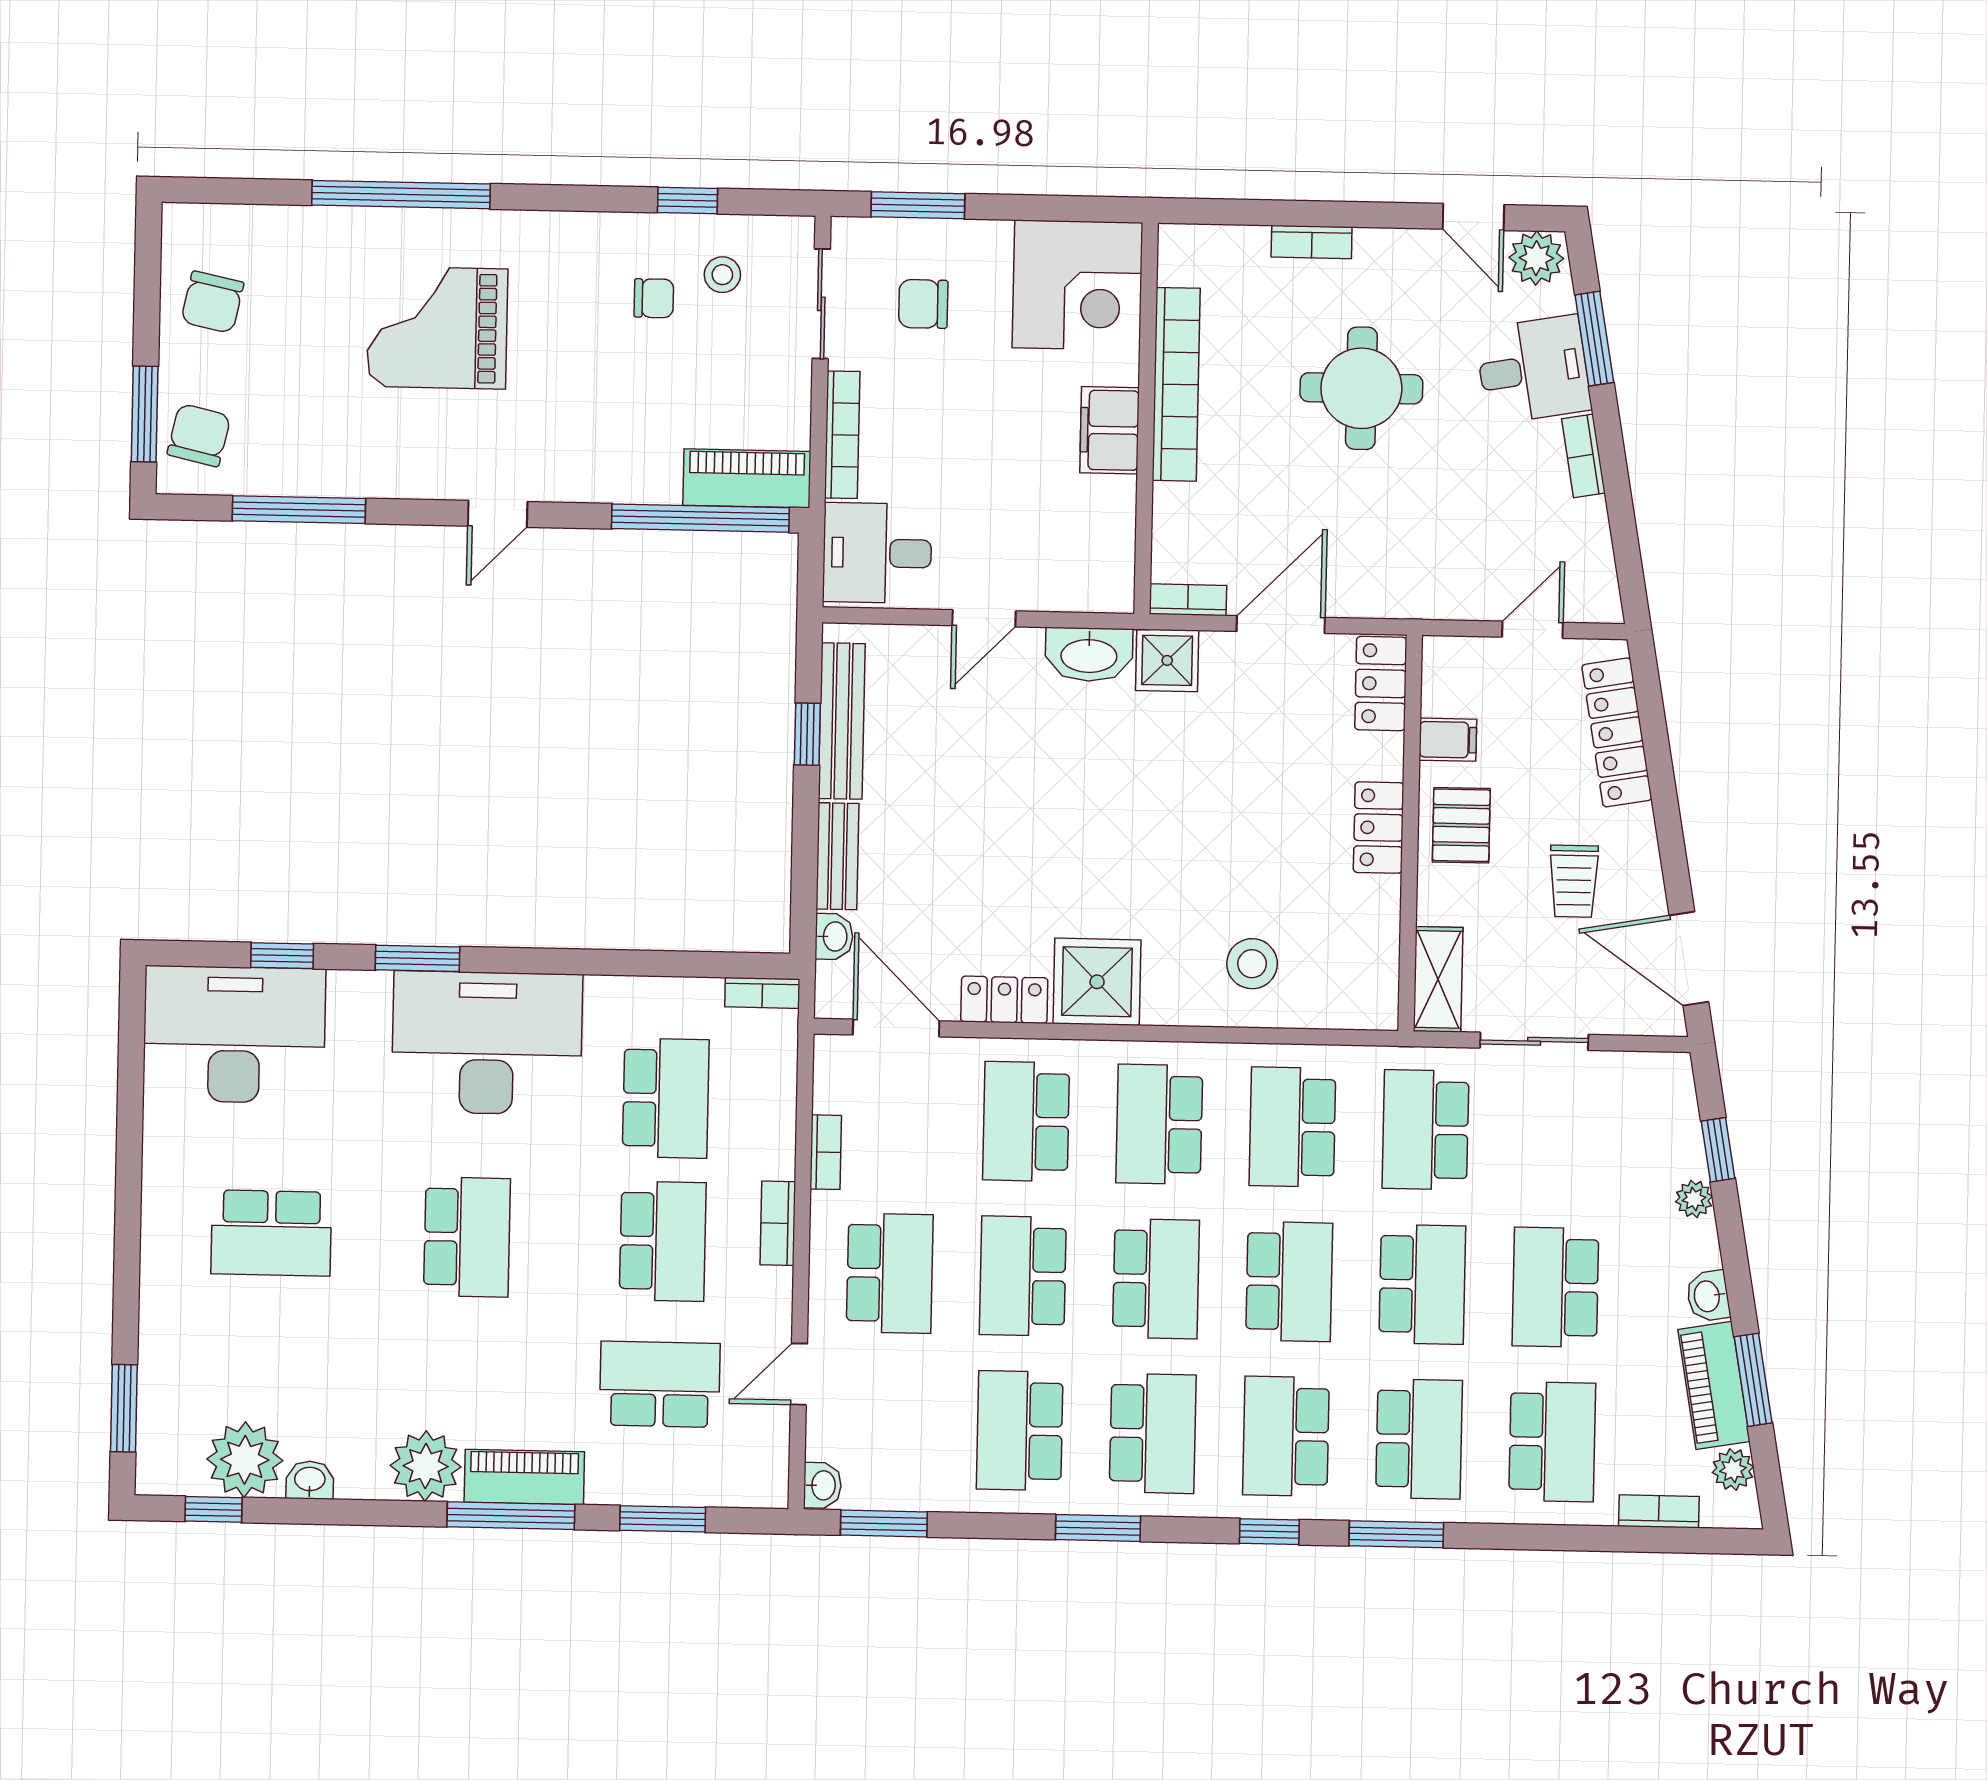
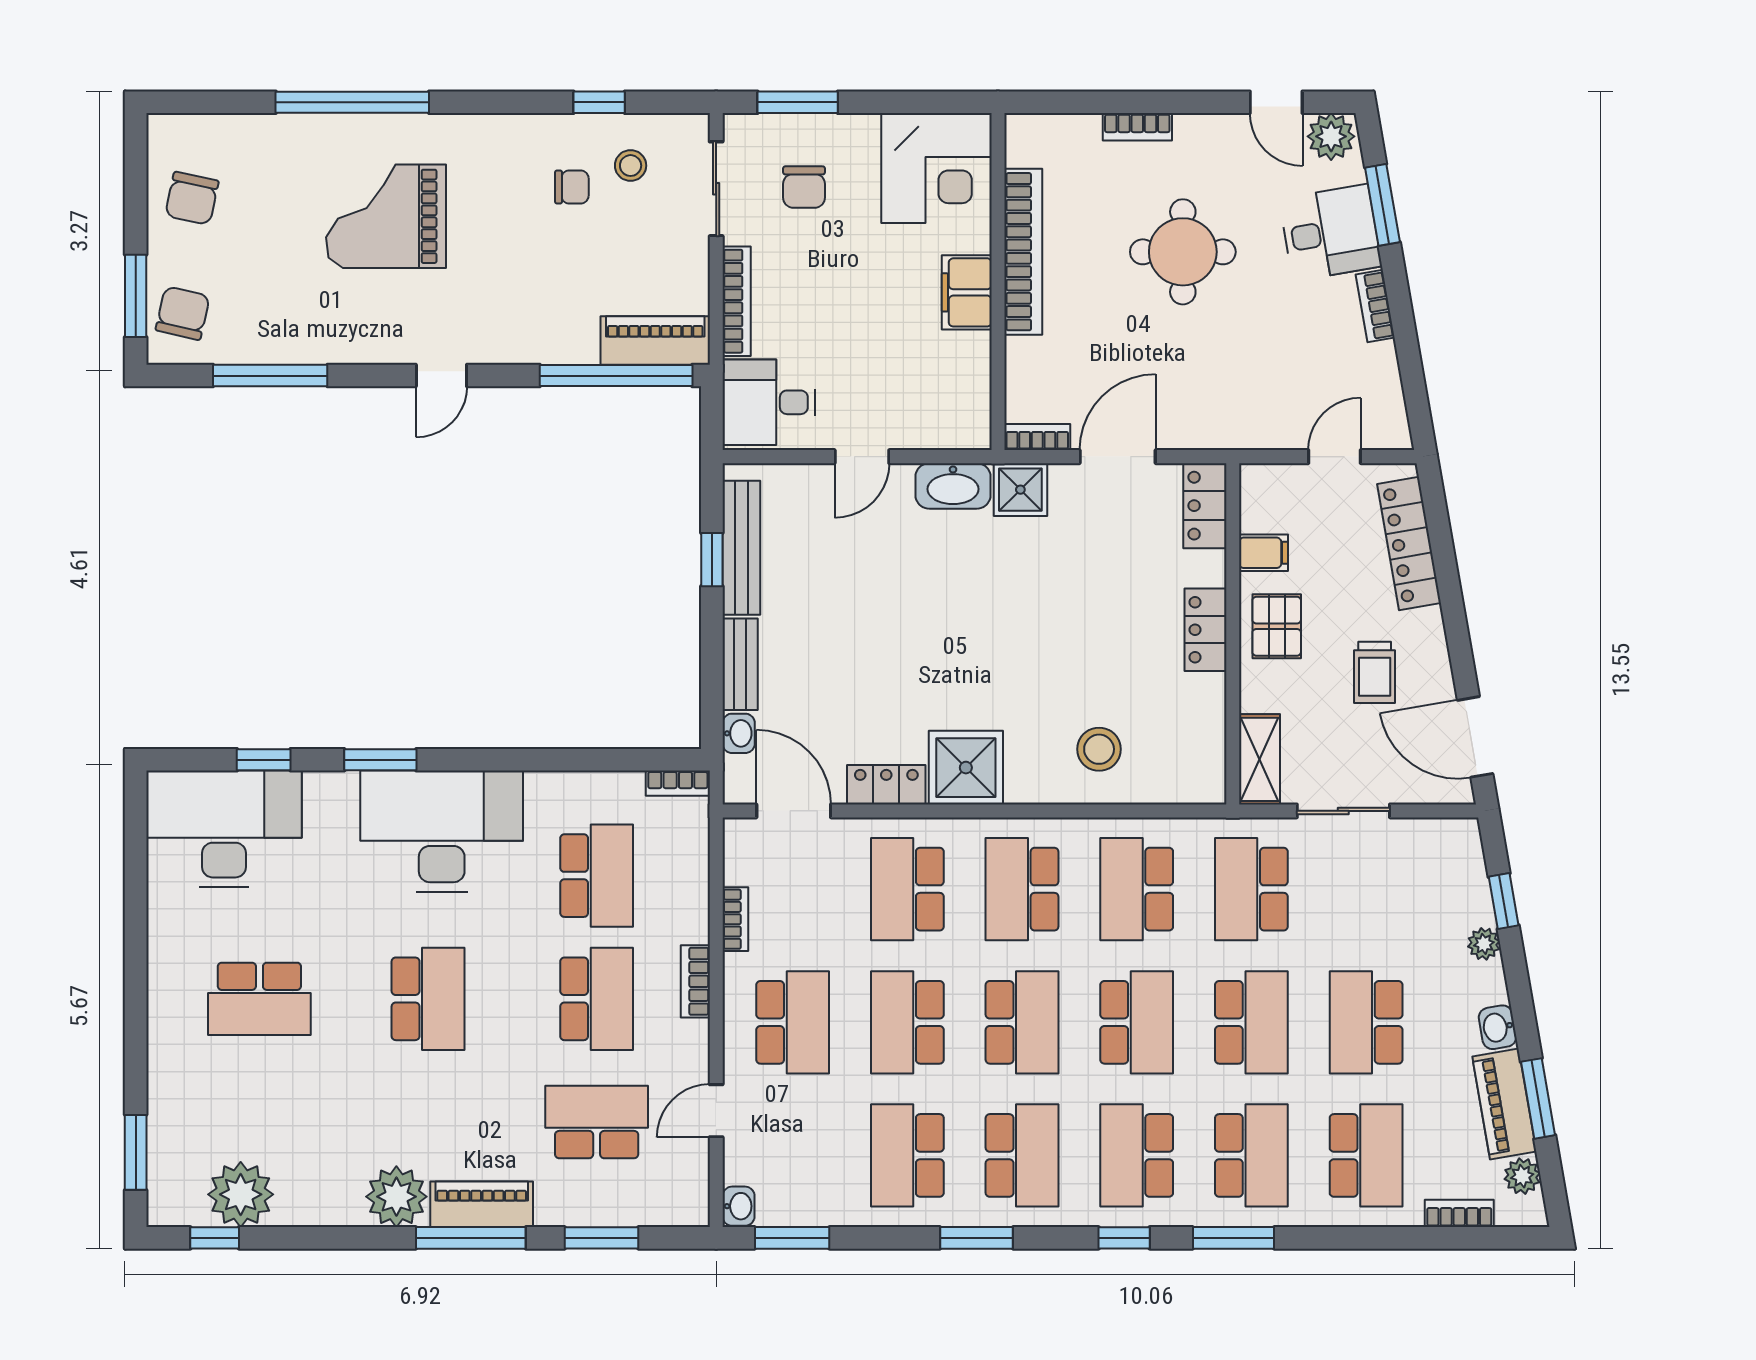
chair: (923, 304) -> (804, 187), turned -90
washbasin: (310, 1480) -> (297, 1211), removed

